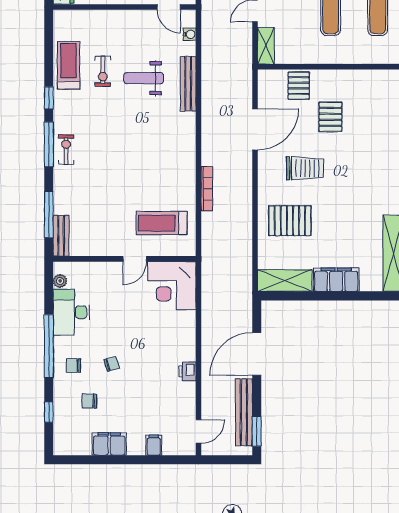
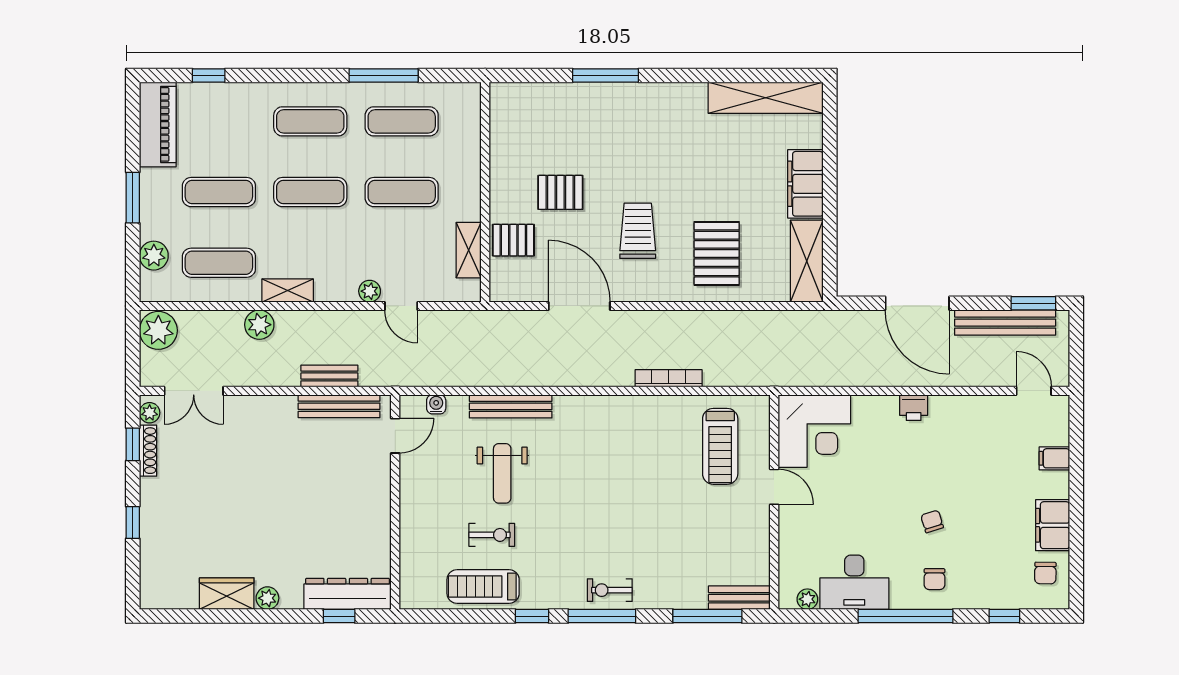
shelving: (266, 46) -> (469, 250), moved, turned 90
printer: (187, 371) -> (914, 408), moved
chair: (89, 401) -> (1045, 573), moved

